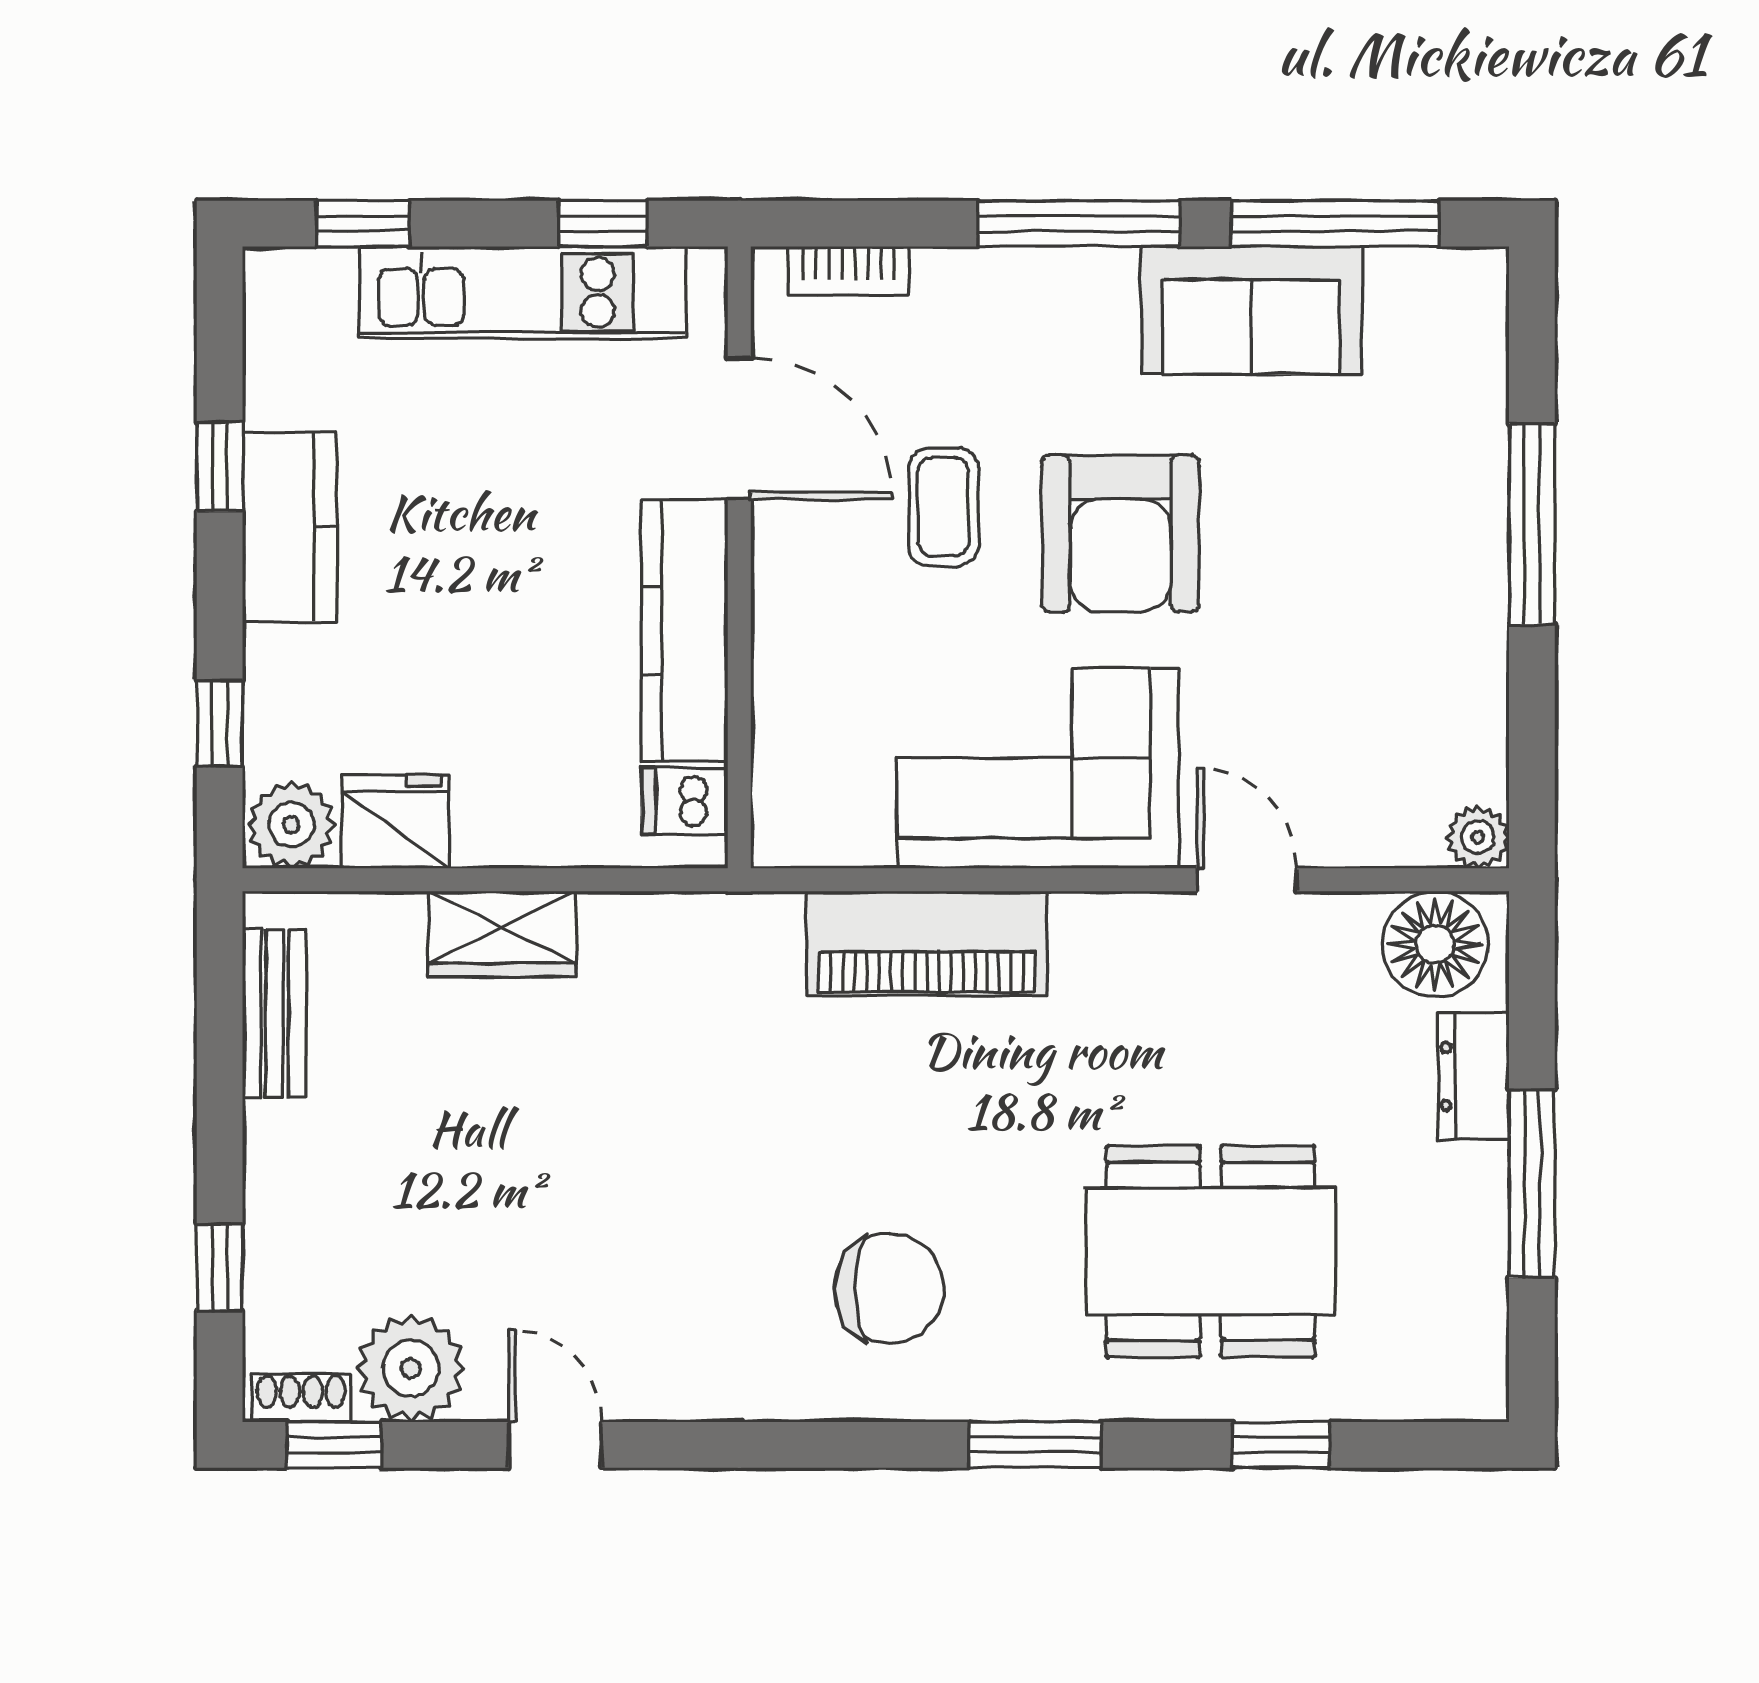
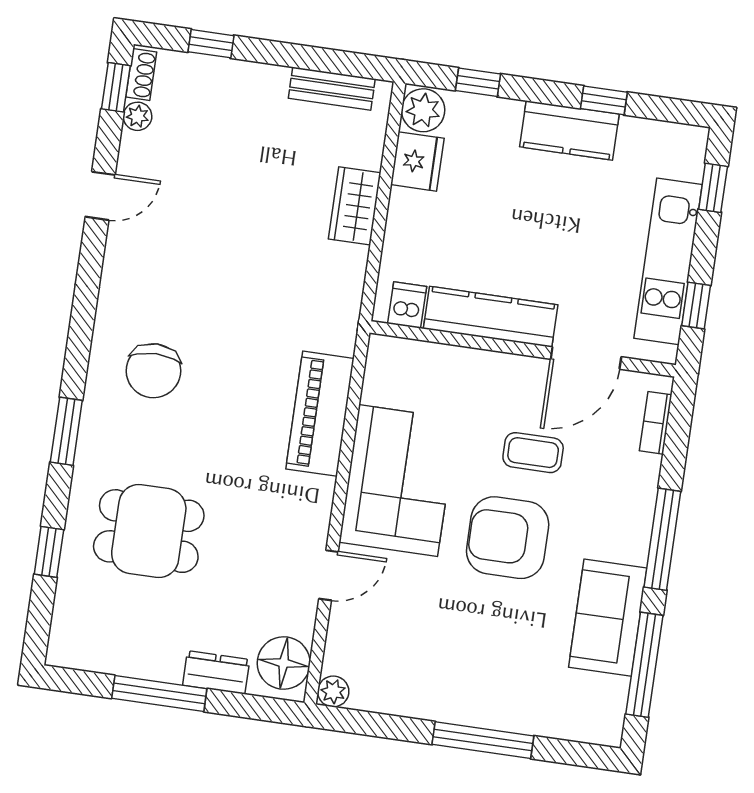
dining table: (1210, 1251) -> (149, 531), width x0.73
plant: (411, 1368) -> (137, 116), width x0.53, depth x0.53

